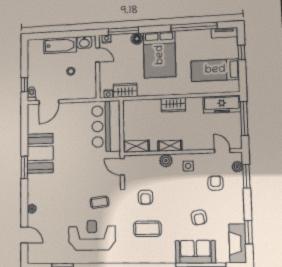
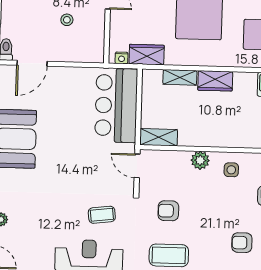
shelving: (170, 146) -> (180, 77), moved
armchair: (145, 197) -> (168, 211), turned 90
armchair: (199, 217) -> (242, 243), turned 100

